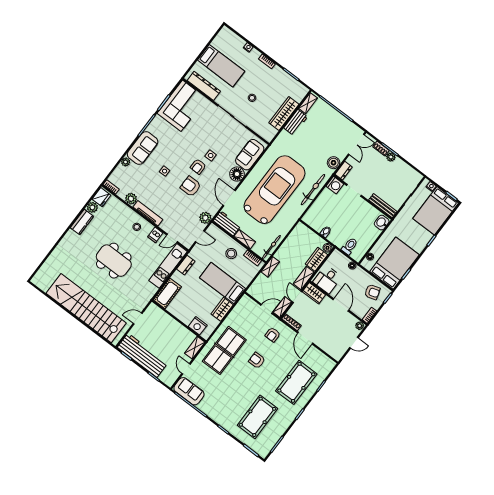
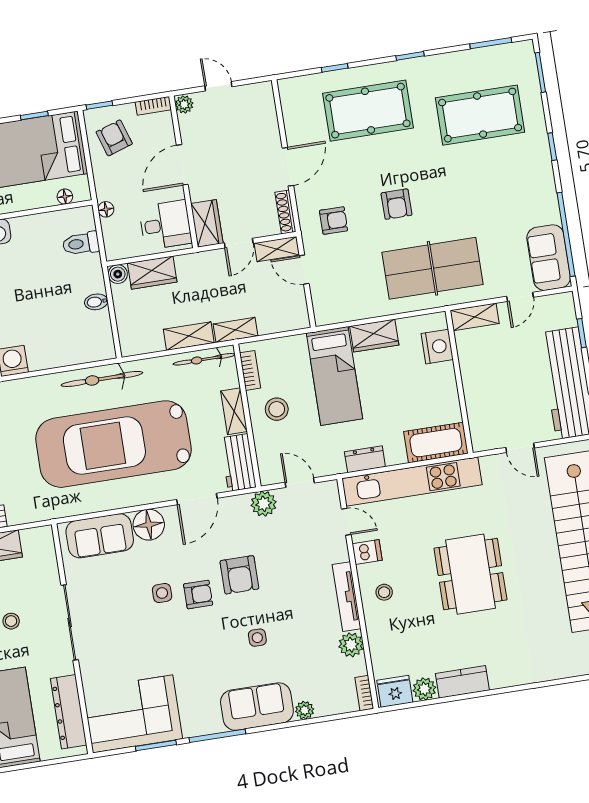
bicycle: (313, 190) -> (102, 379), moved
kitchen unit: (168, 266) -> (412, 482), width x1.36
shelving: (304, 278) -> (189, 336), moved

